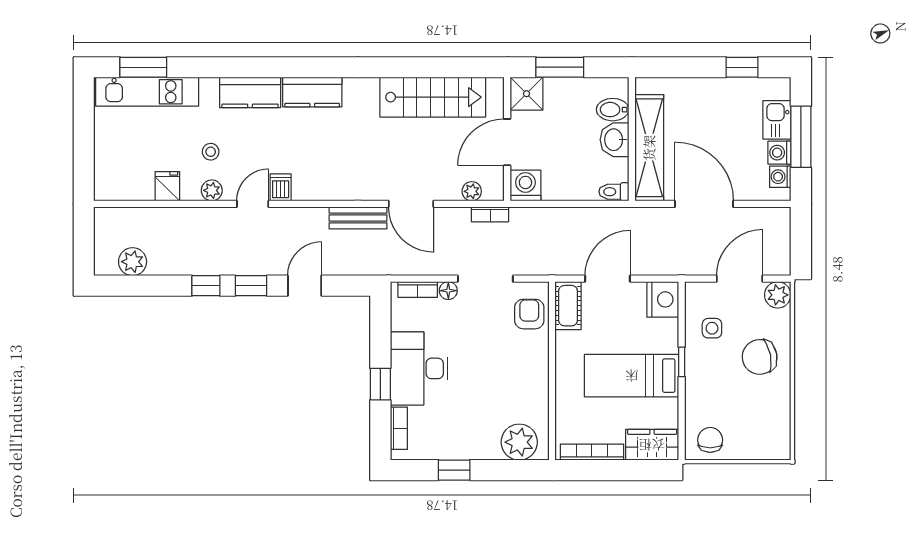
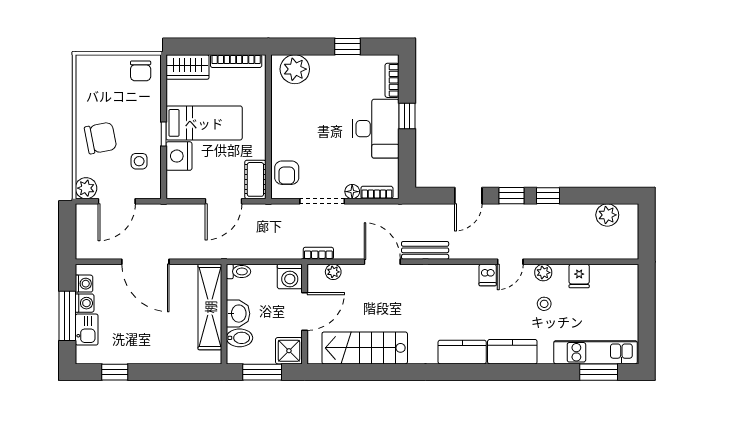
bidet: (613, 110) -> (240, 338), moved
wall: (632, 139) -> (224, 314), moved
washbasin: (614, 140) -> (238, 314), moved
shelving: (649, 148) -> (210, 307), moved
toilet: (614, 192) -> (239, 271), moved
nightstand: (663, 299) -> (179, 156), moved

